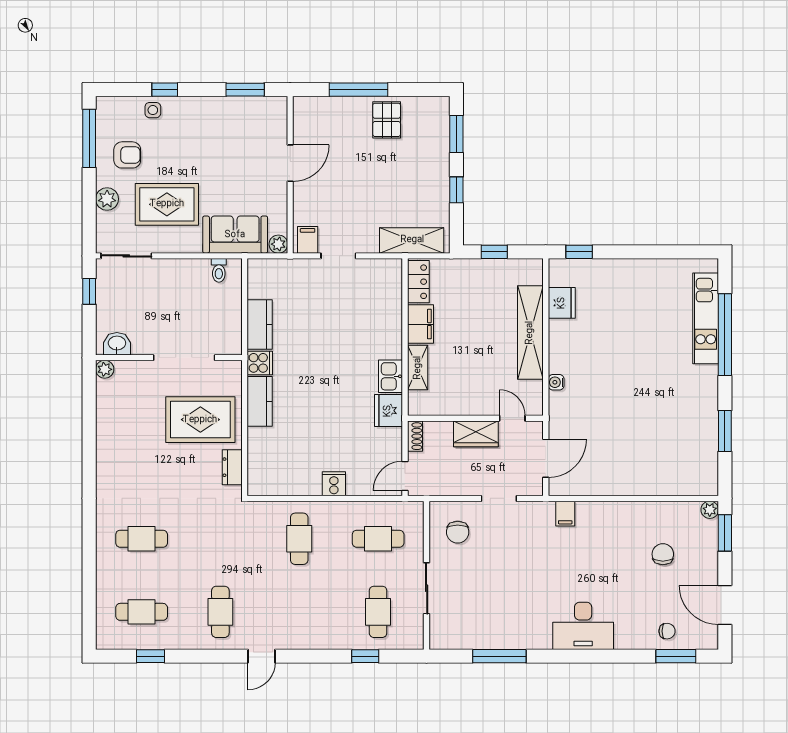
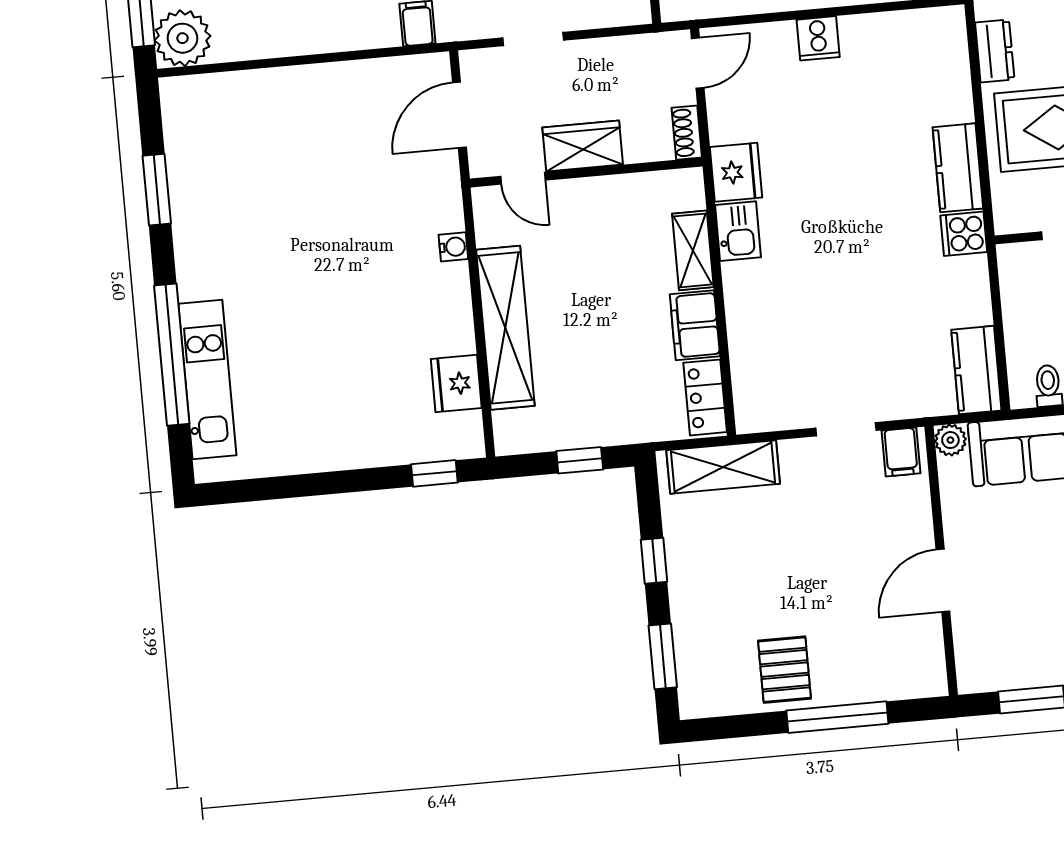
kitchen counter: (260, 324) -> (976, 370), moved
plant: (710, 510) -> (182, 38), width x1.88, depth x1.88

